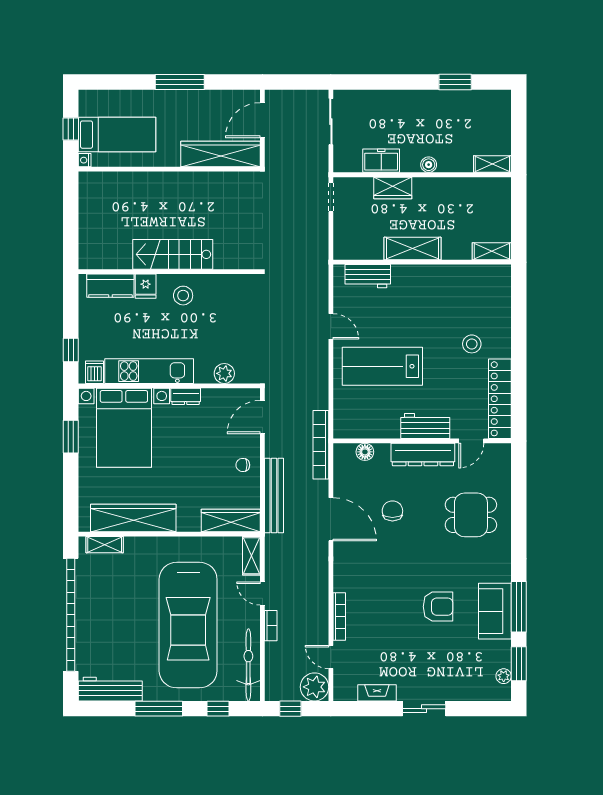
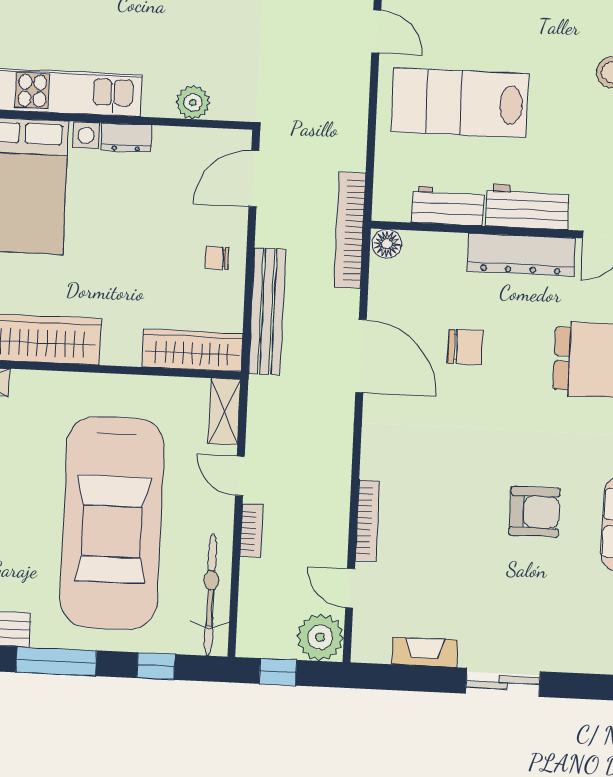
workbench: (378, 428) -> (448, 206), added
floor lamp: (365, 452) -> (387, 244), moved
chair: (392, 511) -> (465, 347), turned 90

